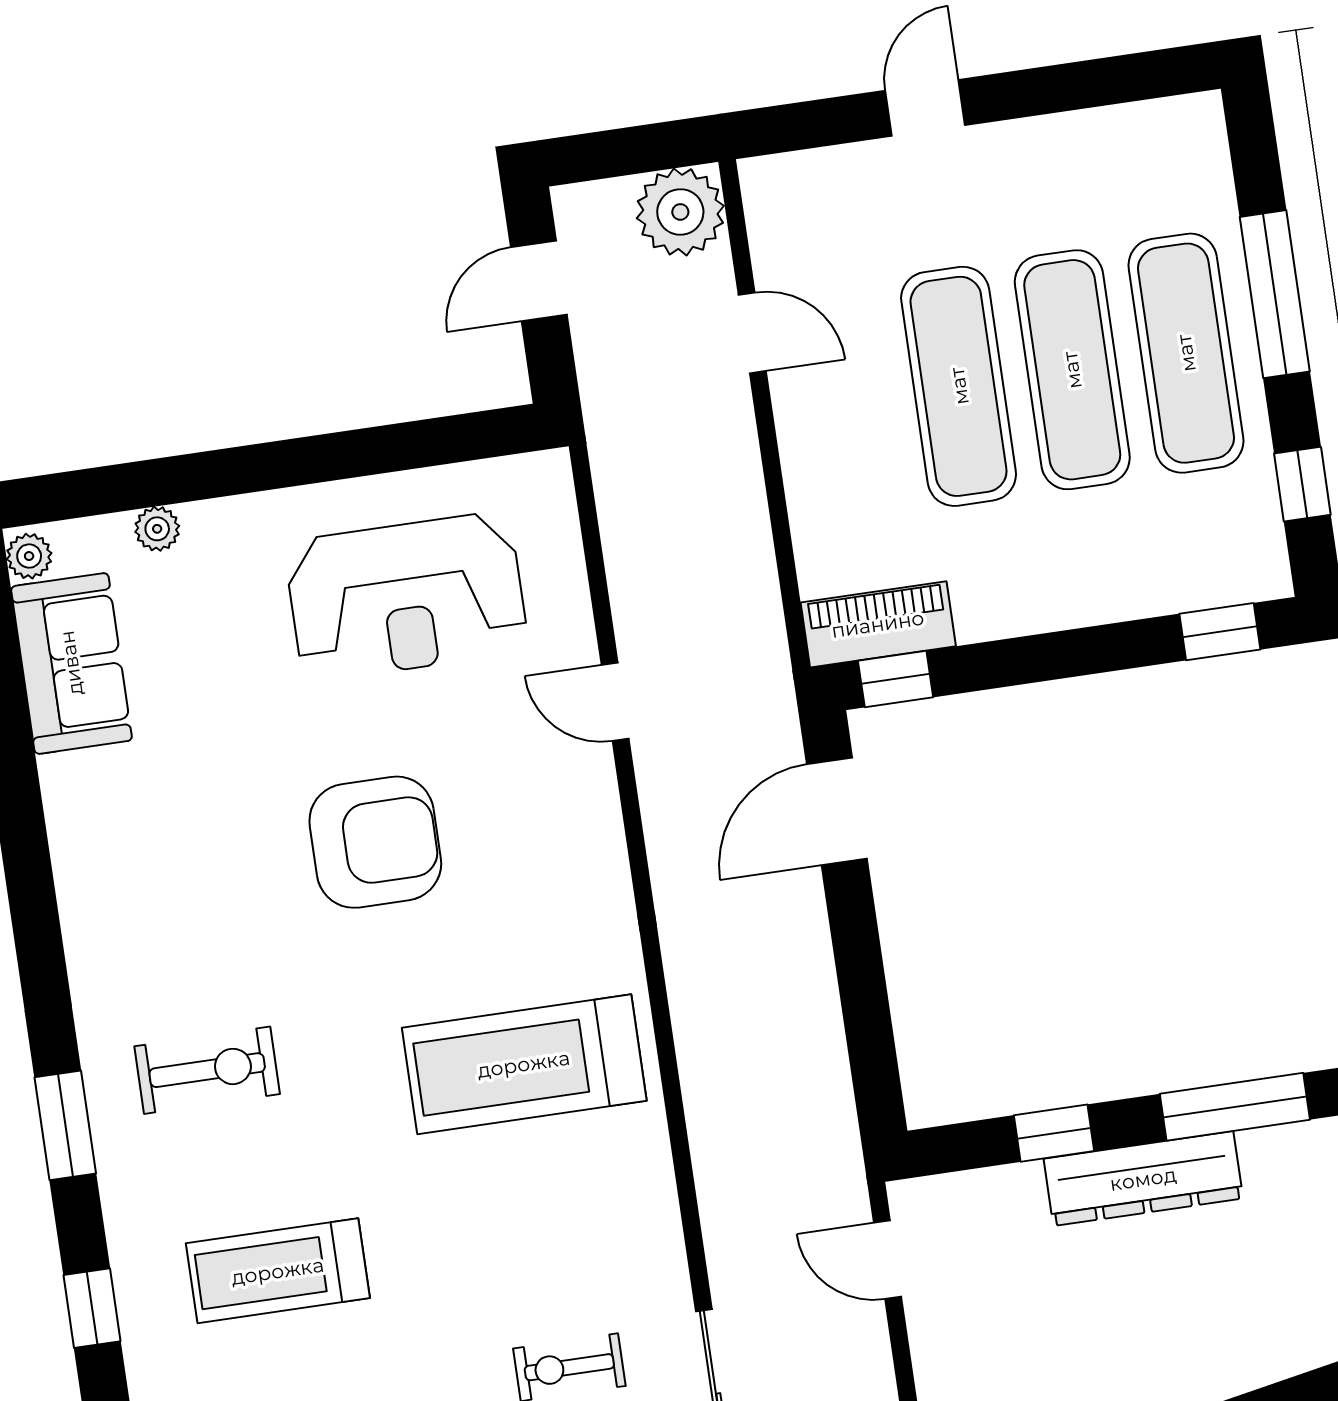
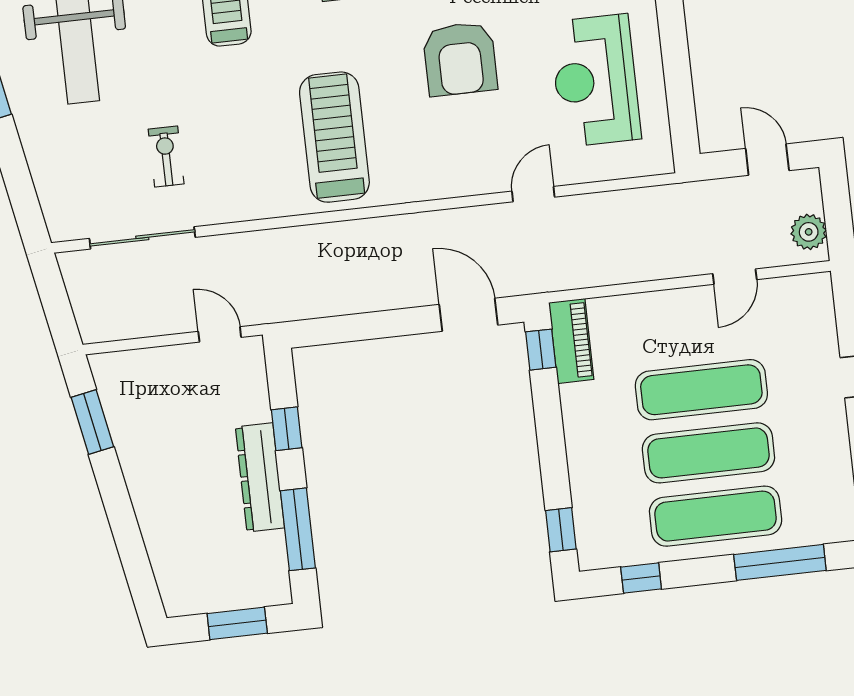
plant: (680, 212) -> (809, 232), width x0.73, depth x0.73
window: (1275, 294) -> (780, 562), moved
door: (887, 1260) -> (220, 334), hinge flipped

